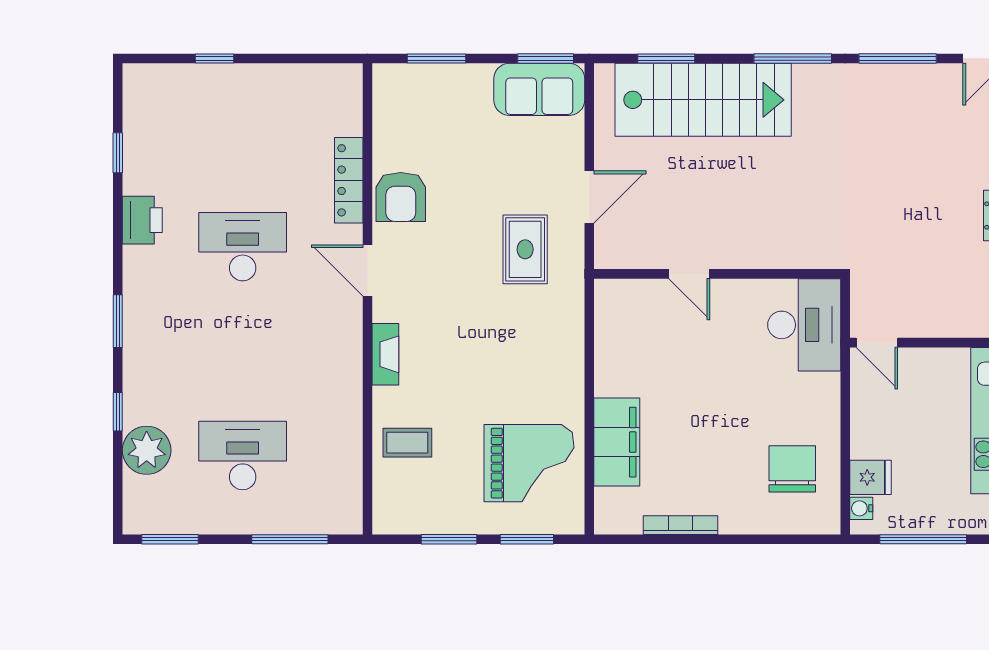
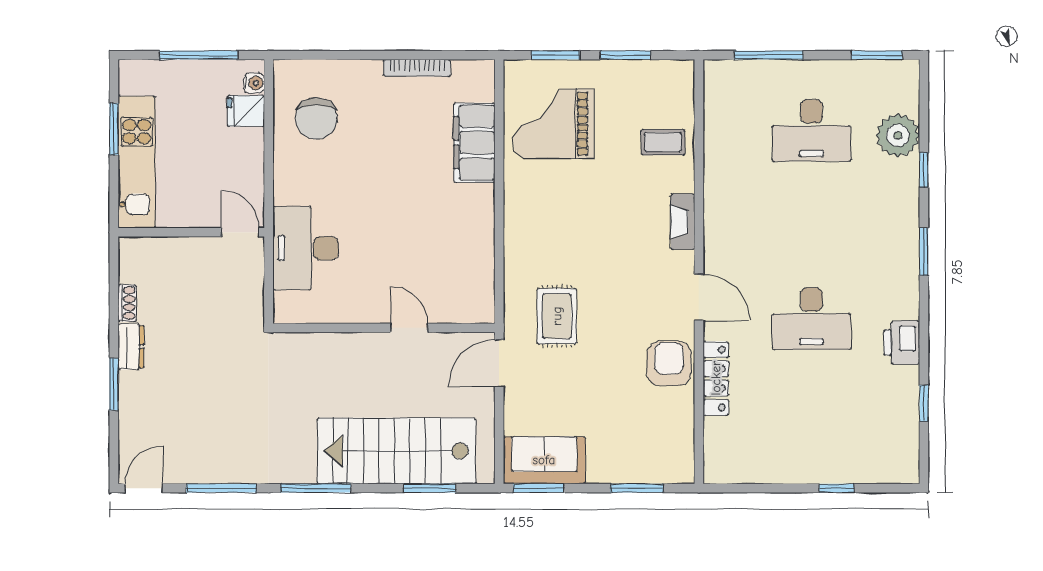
door: (689, 274) -> (409, 328), moved
wall: (717, 274) -> (384, 328), moved

